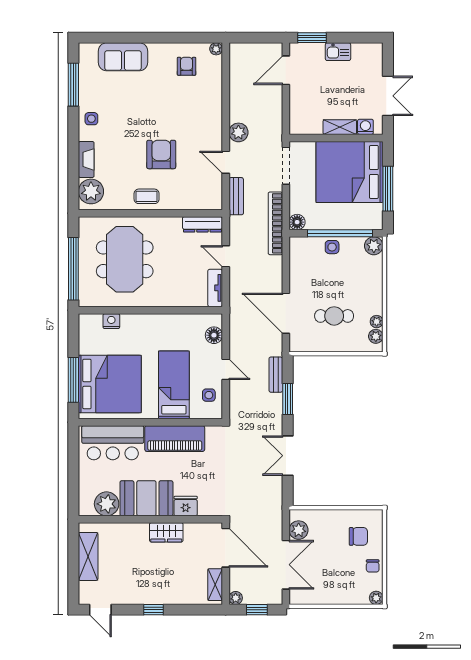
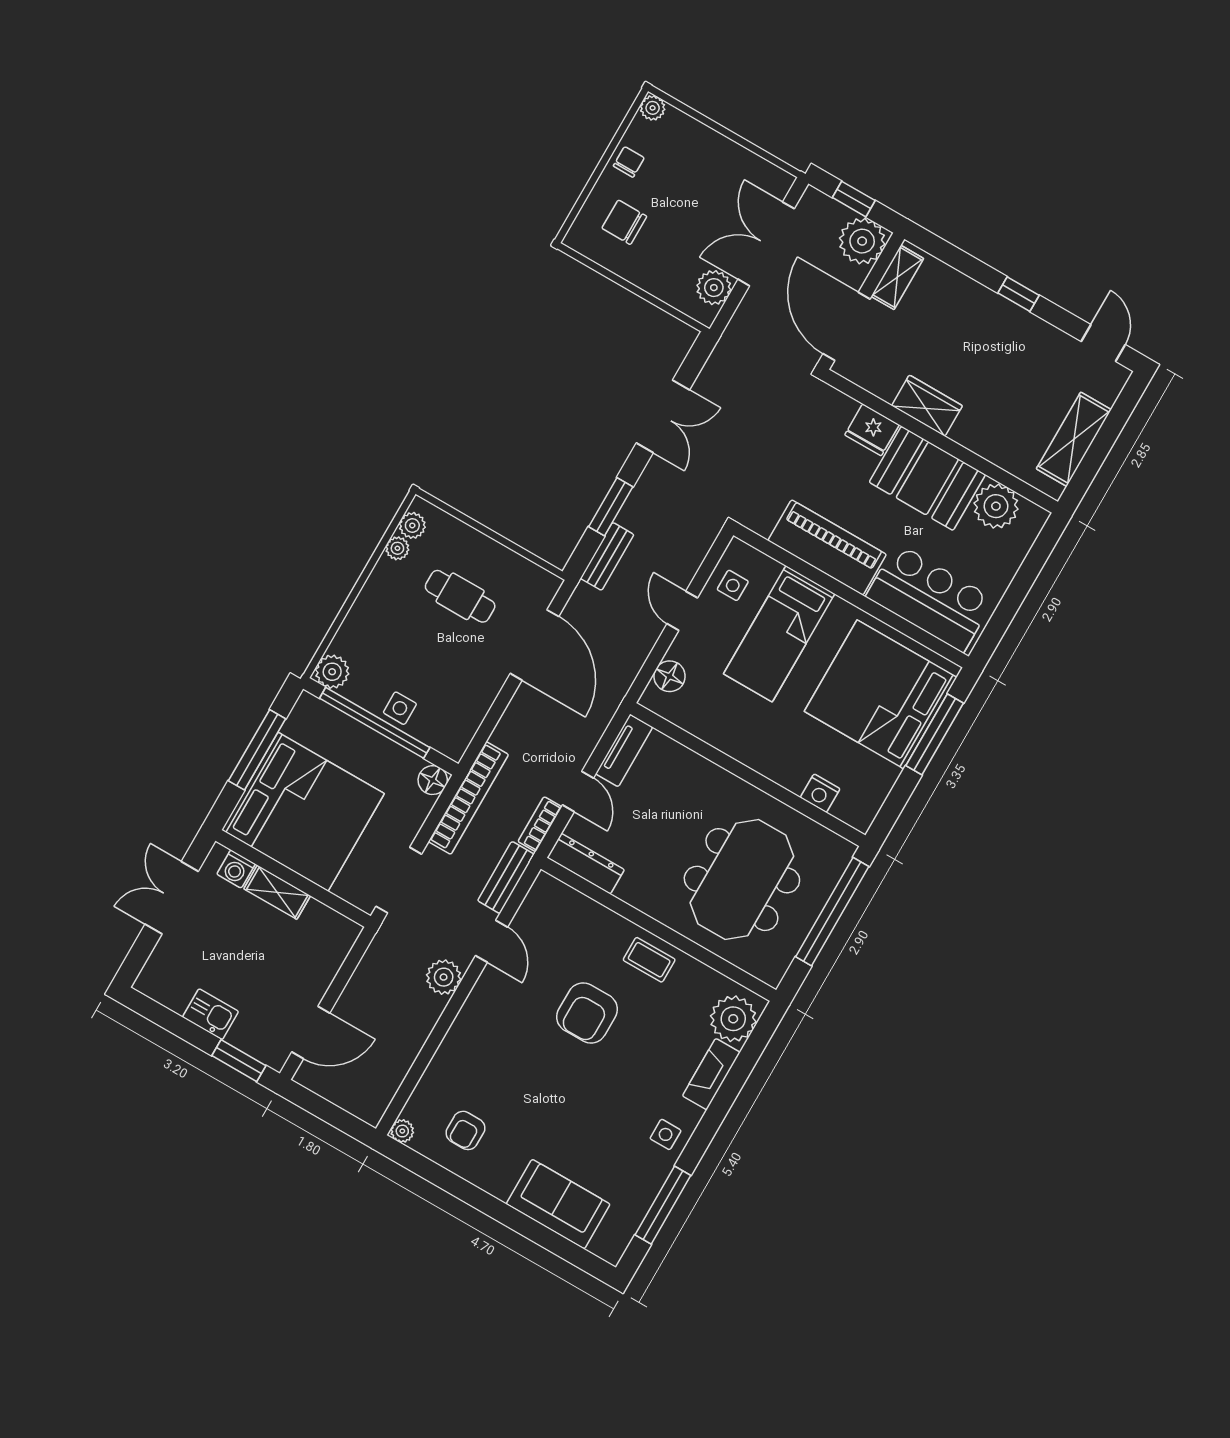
bookcase: (235, 230) -> (540, 824), added
plant: (236, 598) -> (862, 241), width x1.88, depth x1.88

